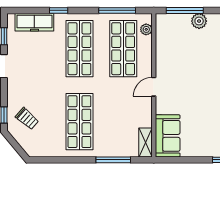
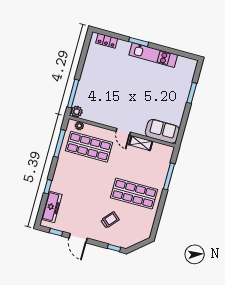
plant: (199, 21) -> (77, 112), moved
shop shelf: (79, 49) -> (80, 179), removed
trolley: (27, 119) -> (110, 220), moved
shelving: (145, 142) -> (141, 143), moved

